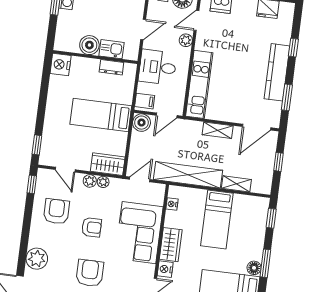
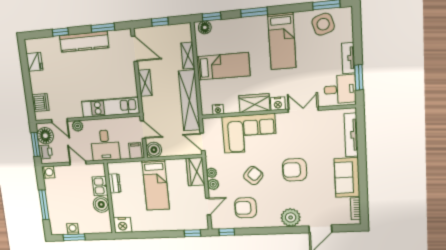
armchair: (92, 227) -> (253, 176), turned 42
floor lamp: (254, 268) -> (205, 27), moved

